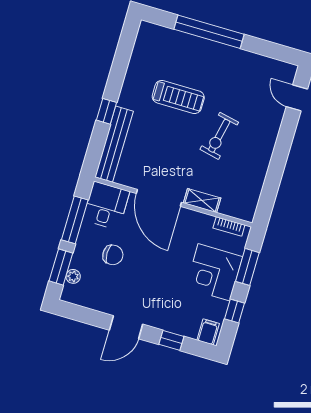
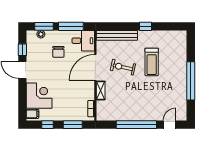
window: (209, 32) -> (191, 81), moved
window: (106, 111) -> (145, 26), moved
exercise bike: (219, 136) -> (123, 67), moved
window: (280, 156) -> (136, 125), added
corner desk: (214, 272) -> (39, 96), moved, turned 90
window: (171, 340) -> (22, 50), moved

